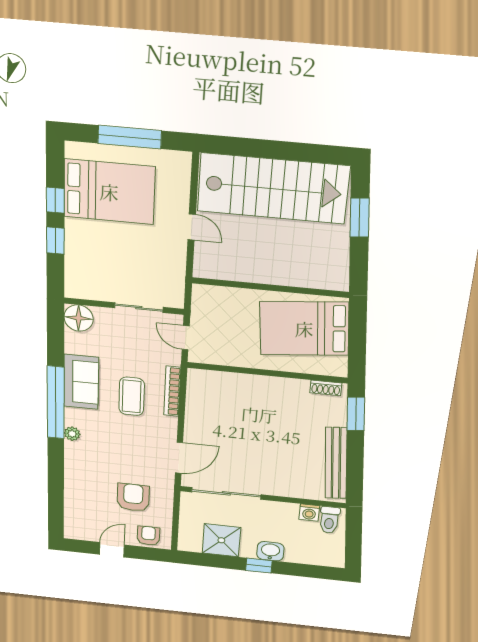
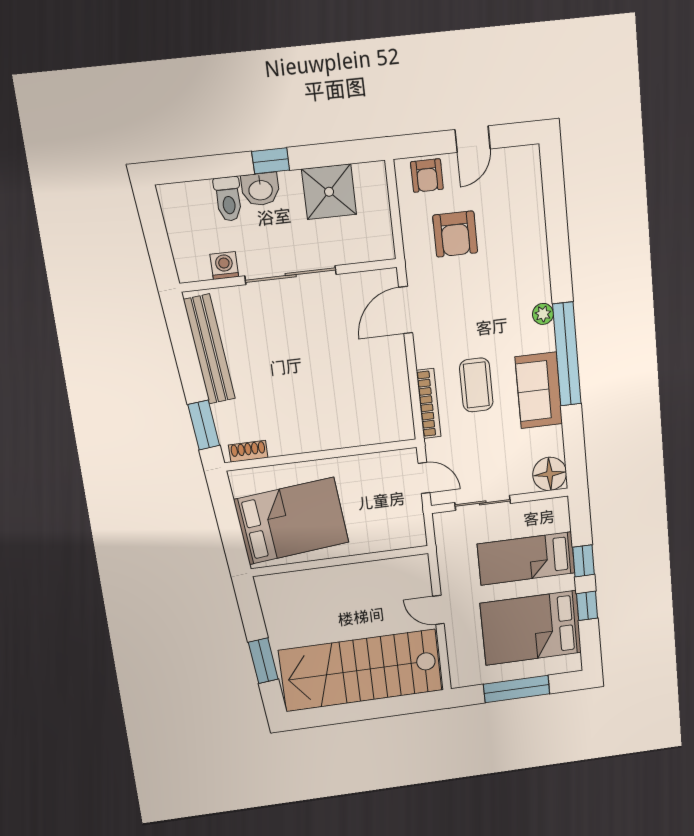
bed: (107, 254) -> (526, 558), added
sliding door: (226, 493) -> (291, 275), moved
toilet: (329, 520) -> (228, 199), moved, turned 180

